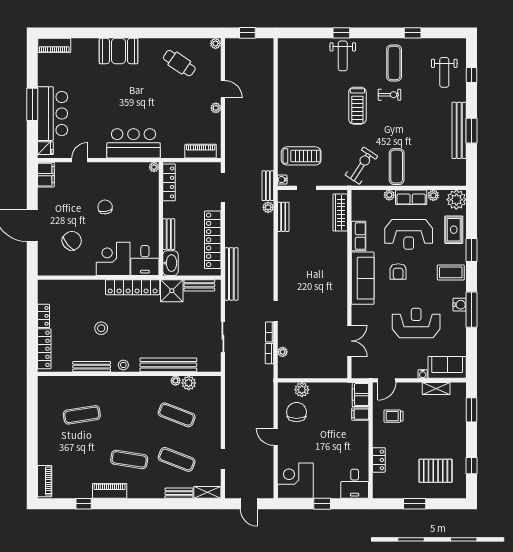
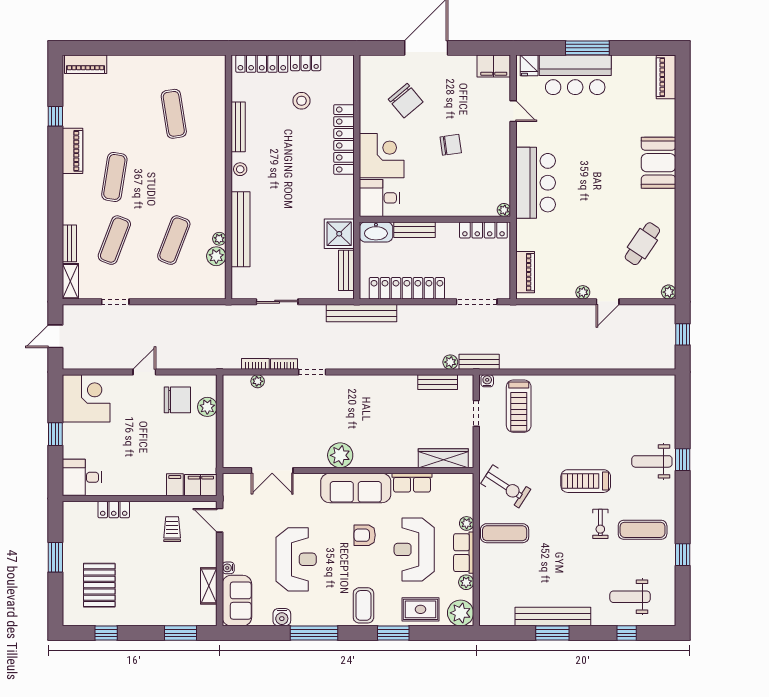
locker: (133, 287) -> (344, 139), moved
plant: (338, 290) -> (340, 455), added
water cooler: (460, 305) -> (282, 617), moved
stool: (101, 328) -> (301, 101), moved

